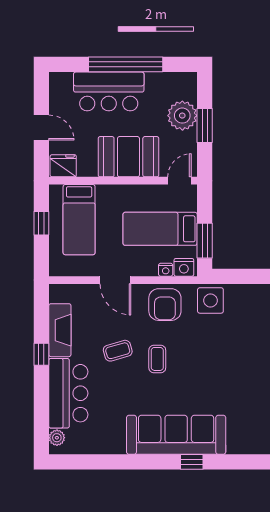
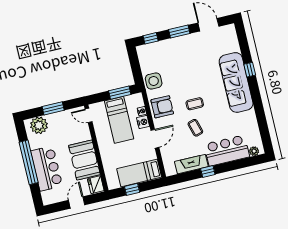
plant: (182, 116) -> (39, 125), moved
booth: (128, 157) -> (84, 160), moved
bed: (79, 220) -> (139, 173), moved, turned 180
nightstand: (184, 267) -> (143, 122), moved

